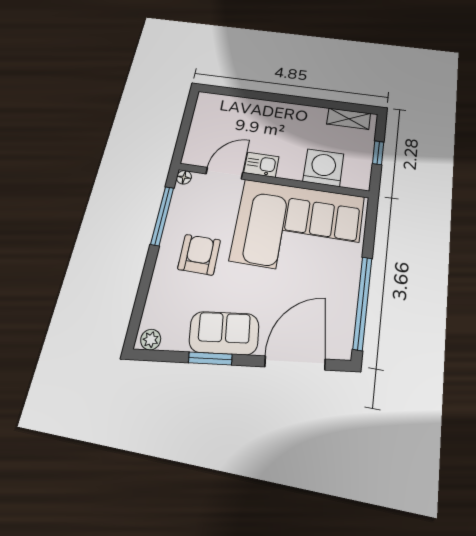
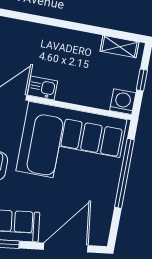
washing machine: (323, 168) -> (123, 102), moved, width x0.73, depth x0.73
window: (362, 303) -> (124, 173), moved

